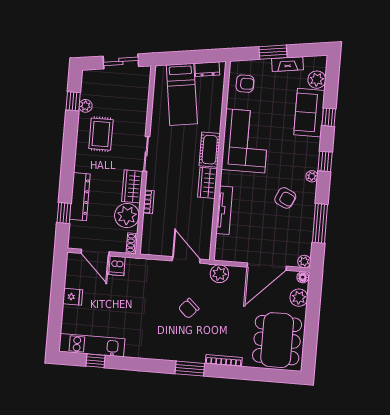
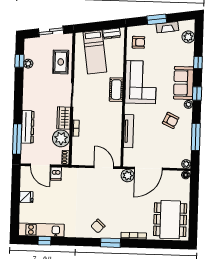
sofa: (309, 113) -> (184, 83), moved
rug: (101, 134) -> (61, 62), moved
wardrobe: (208, 183) -> (116, 113), removed
window: (64, 213) -> (17, 139), width x2.17
door: (267, 267) -> (148, 169), moved
plant: (299, 298) -> (184, 189), removed
chair: (189, 308) -> (98, 226), moved

